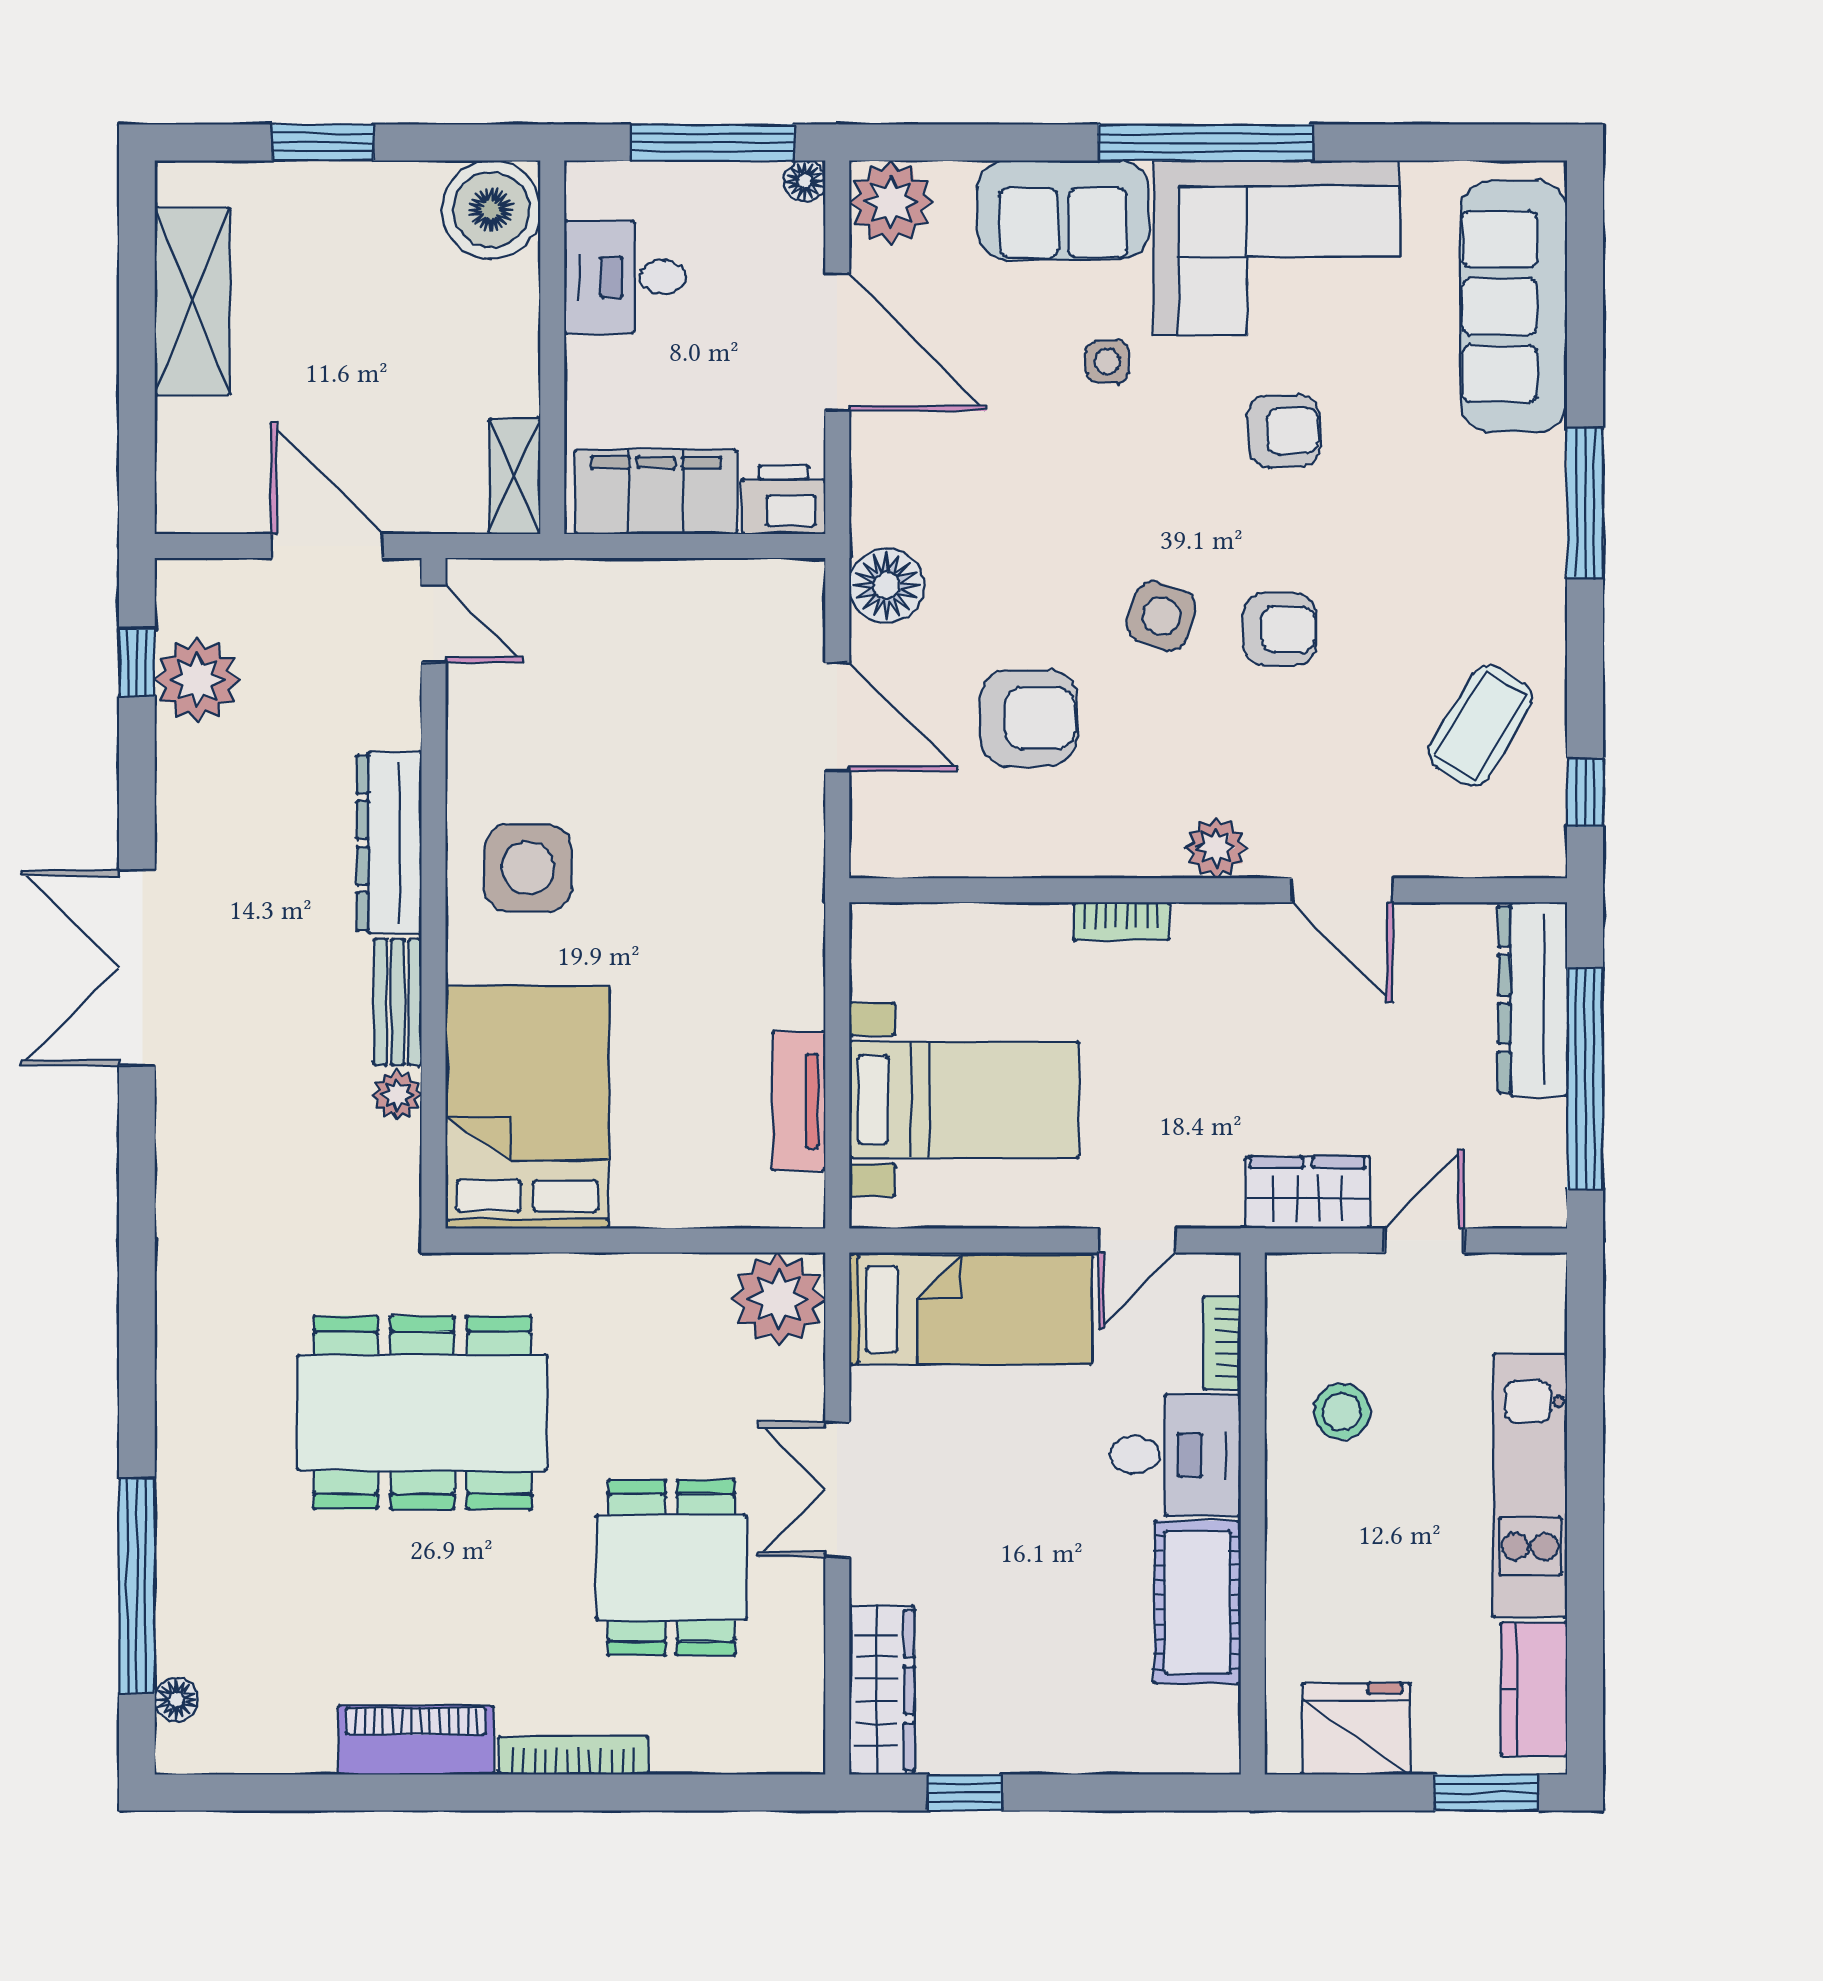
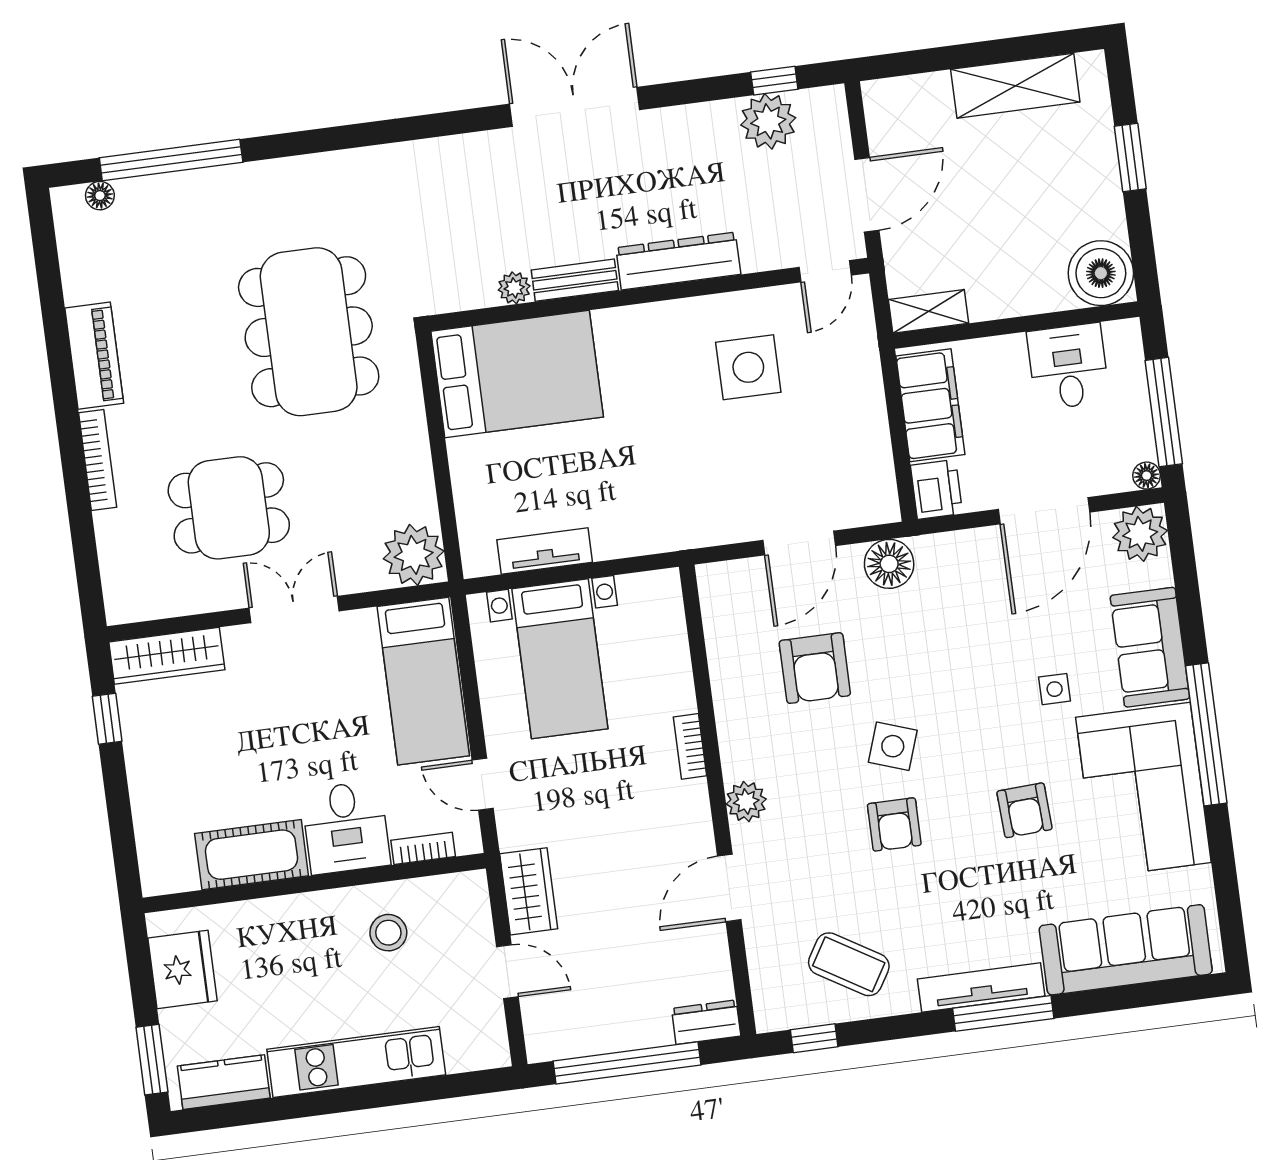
tv unit: (1542, 531) -> (981, 987), added
side table: (528, 868) -> (748, 367), moved
dresser: (1533, 999) -> (706, 1022), width x0.51, depth x0.80

